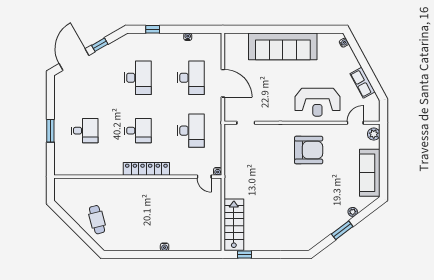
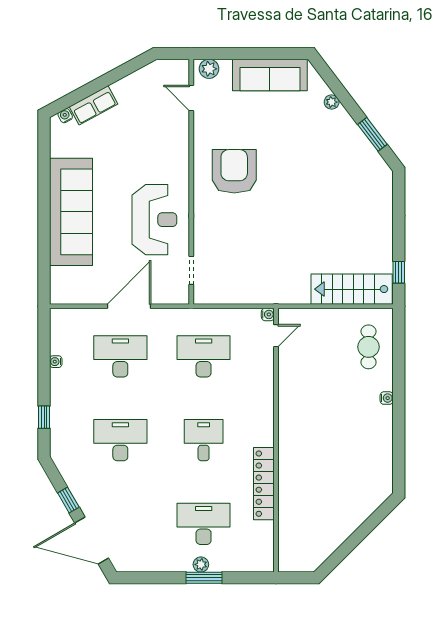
row of seats: (363, 83) -> (93, 105), moved
reception desk: (317, 102) -> (154, 220), moved
plant: (59, 129) -> (201, 564), added
desk: (85, 131) -> (204, 524), width x1.37
locker: (146, 169) -> (264, 484), moved
cafe table: (97, 220) -> (368, 347), moved, turned -76
window: (342, 230) -> (372, 134), moved

